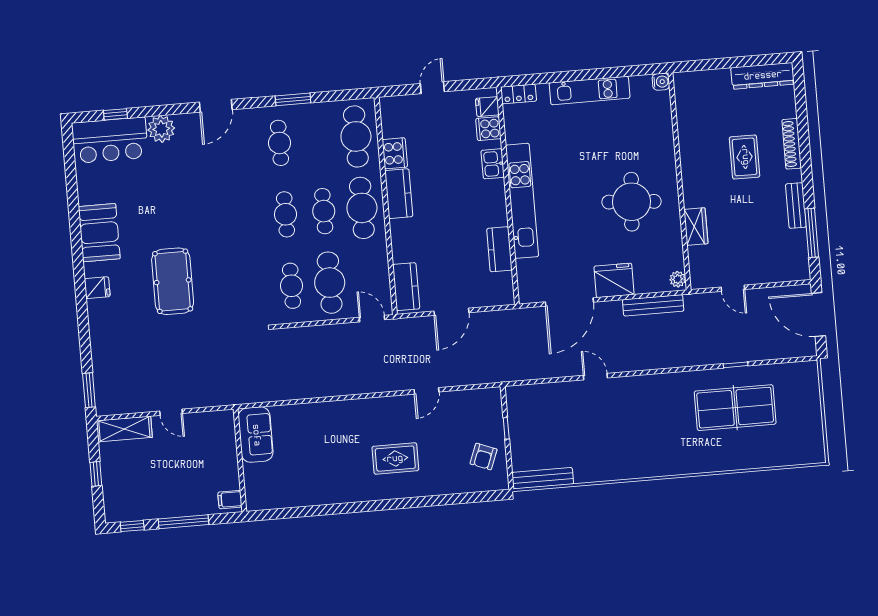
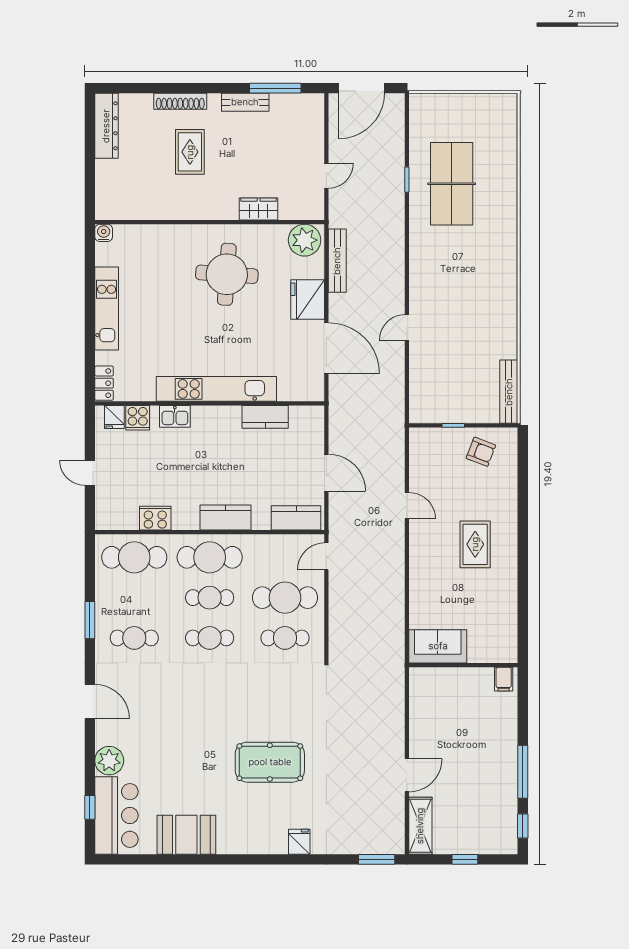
rug: (745, 157) -> (190, 152), turned 90
kitchen counter: (399, 194) -> (225, 517), moved
booth: (99, 233) -> (186, 835), moved
plant: (678, 279) -> (305, 240), width x1.88, depth x1.88
fridge: (97, 288) -> (299, 842), moved
door: (171, 412) -> (407, 775), width x1.38
sofa: (256, 435) -> (438, 646), moved
wall: (240, 460) -> (463, 665), moved
filing cabinet: (230, 500) -> (504, 679), moved

